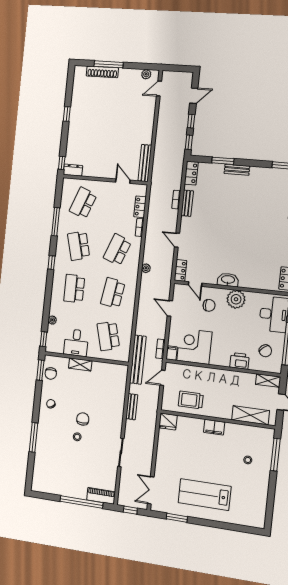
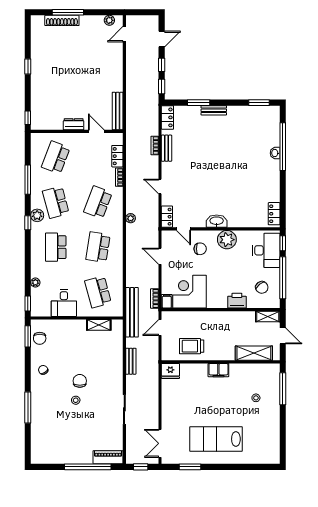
dresser: (73, 170) -> (74, 124), moved
plant: (61, 257) -> (37, 215), added
shelving: (80, 364) -> (99, 325), moved

